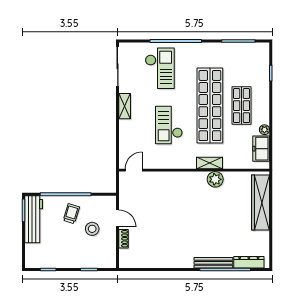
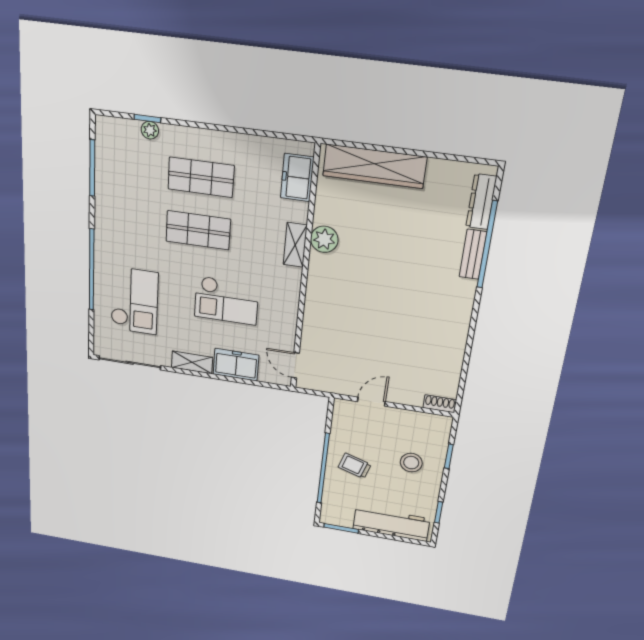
checkout: (160, 68) -> (134, 301), turned 90
shop shelf: (210, 106) -> (198, 230), width x0.50, depth x0.74
plant: (264, 130) -> (150, 130), moved
freezer: (128, 134) -> (236, 365), added
freezer: (261, 149) -> (297, 178), moved, turned 90
workbench: (34, 219) -> (391, 524), moved
stool: (92, 229) -> (411, 463), moved
shoe rack: (123, 239) -> (440, 404), moved
bench: (213, 263) -> (473, 254), width x0.73

